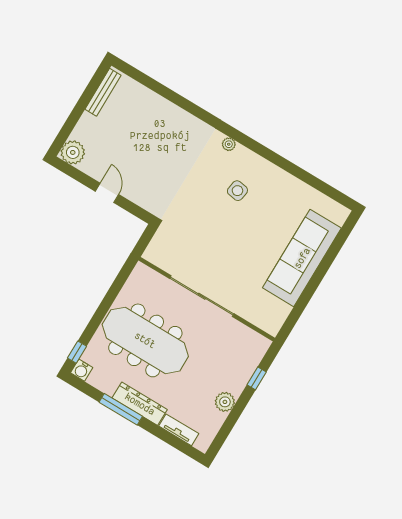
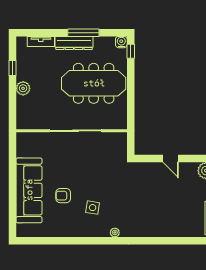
armchair: (264, 227) -> (63, 196), added
window: (257, 378) -> (12, 68), moved
plant: (225, 402) -> (23, 88), moved

